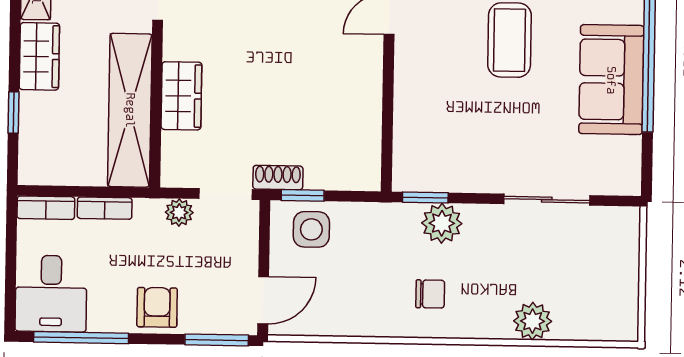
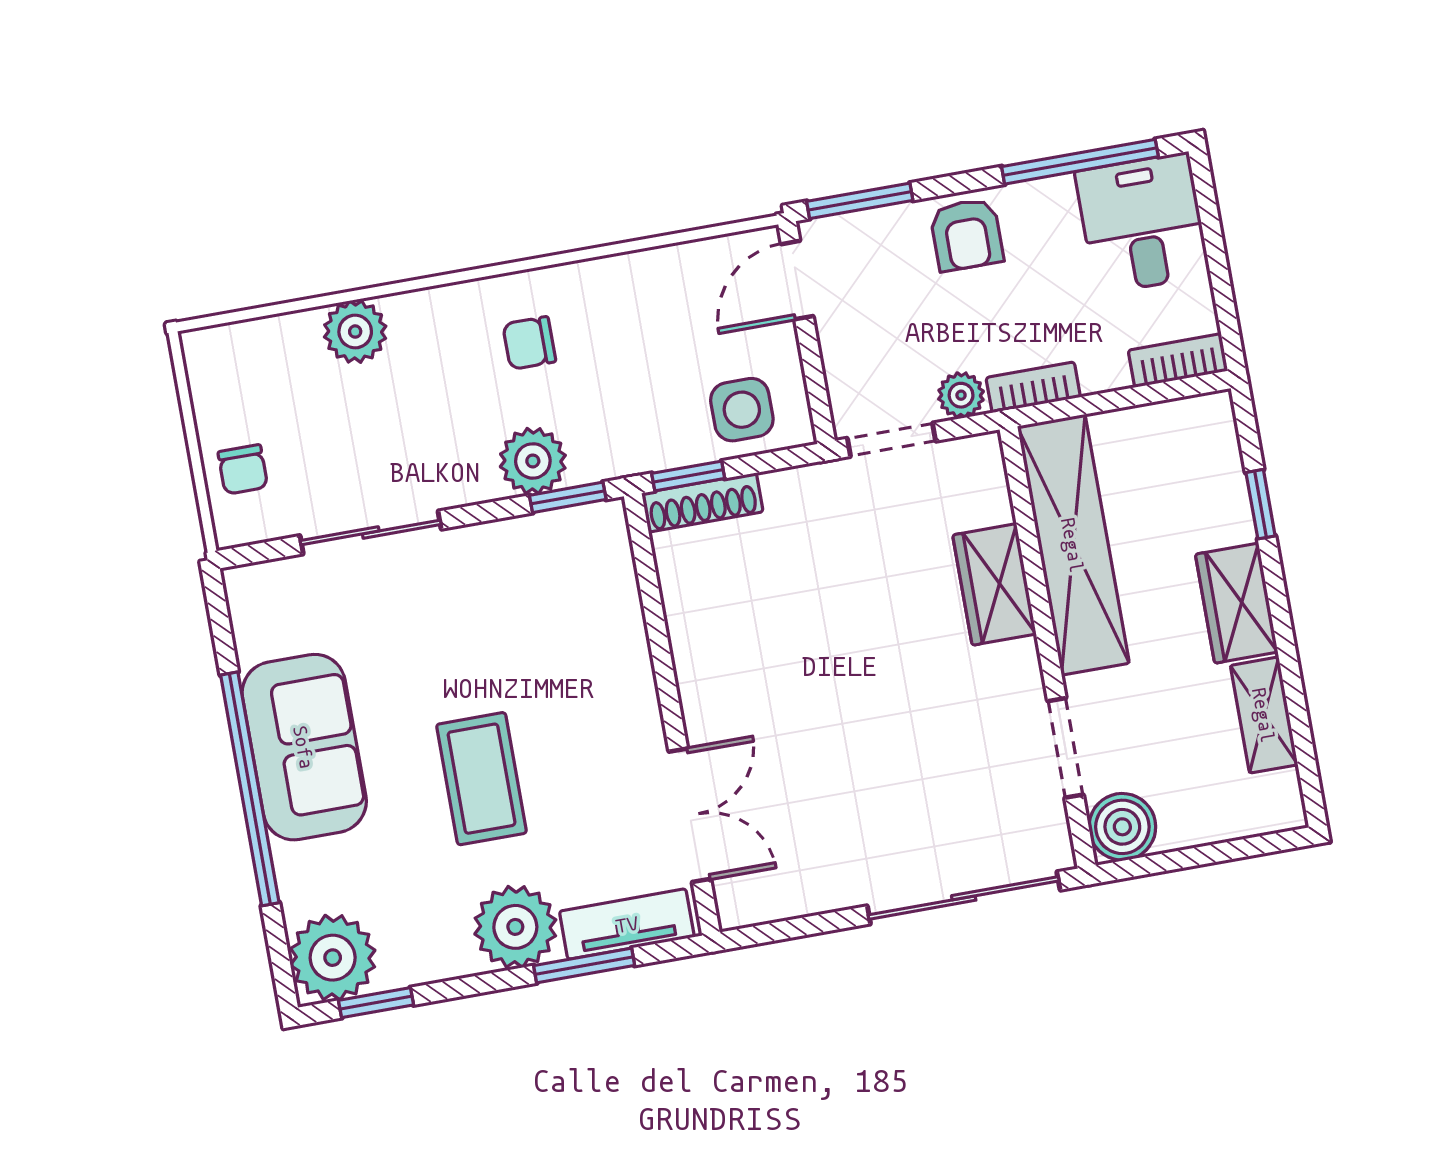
shoe rack: (278, 178) -> (702, 502), moved, width x1.43
window: (303, 195) -> (688, 476), moved
bookcase: (105, 208) -> (1033, 387), moved
chair: (616, 252) -> (243, 469), added

